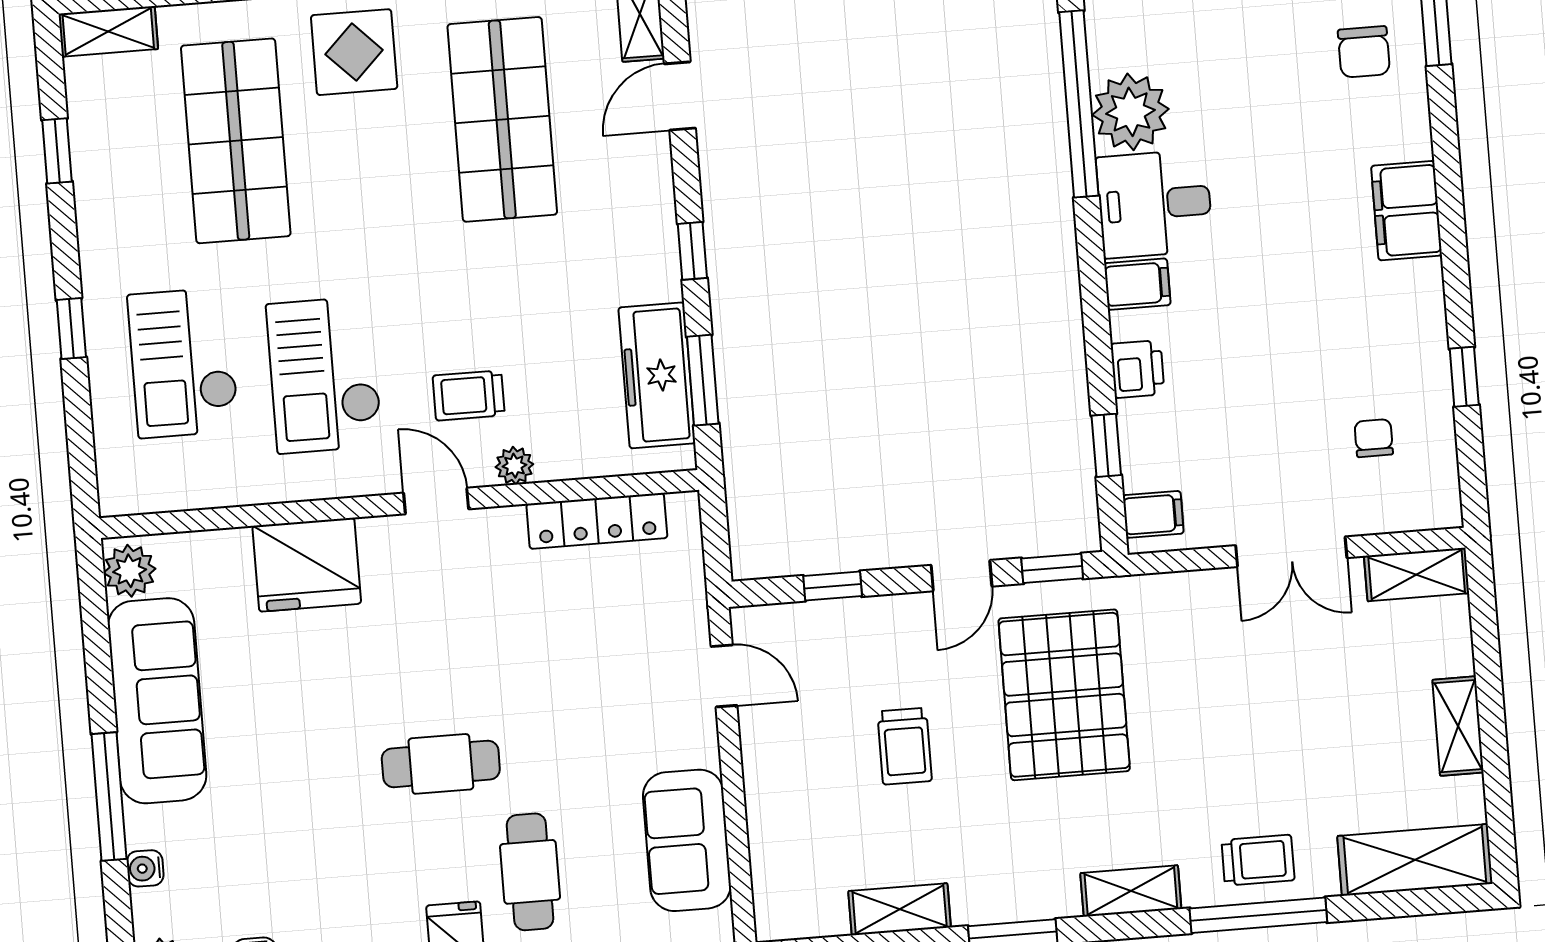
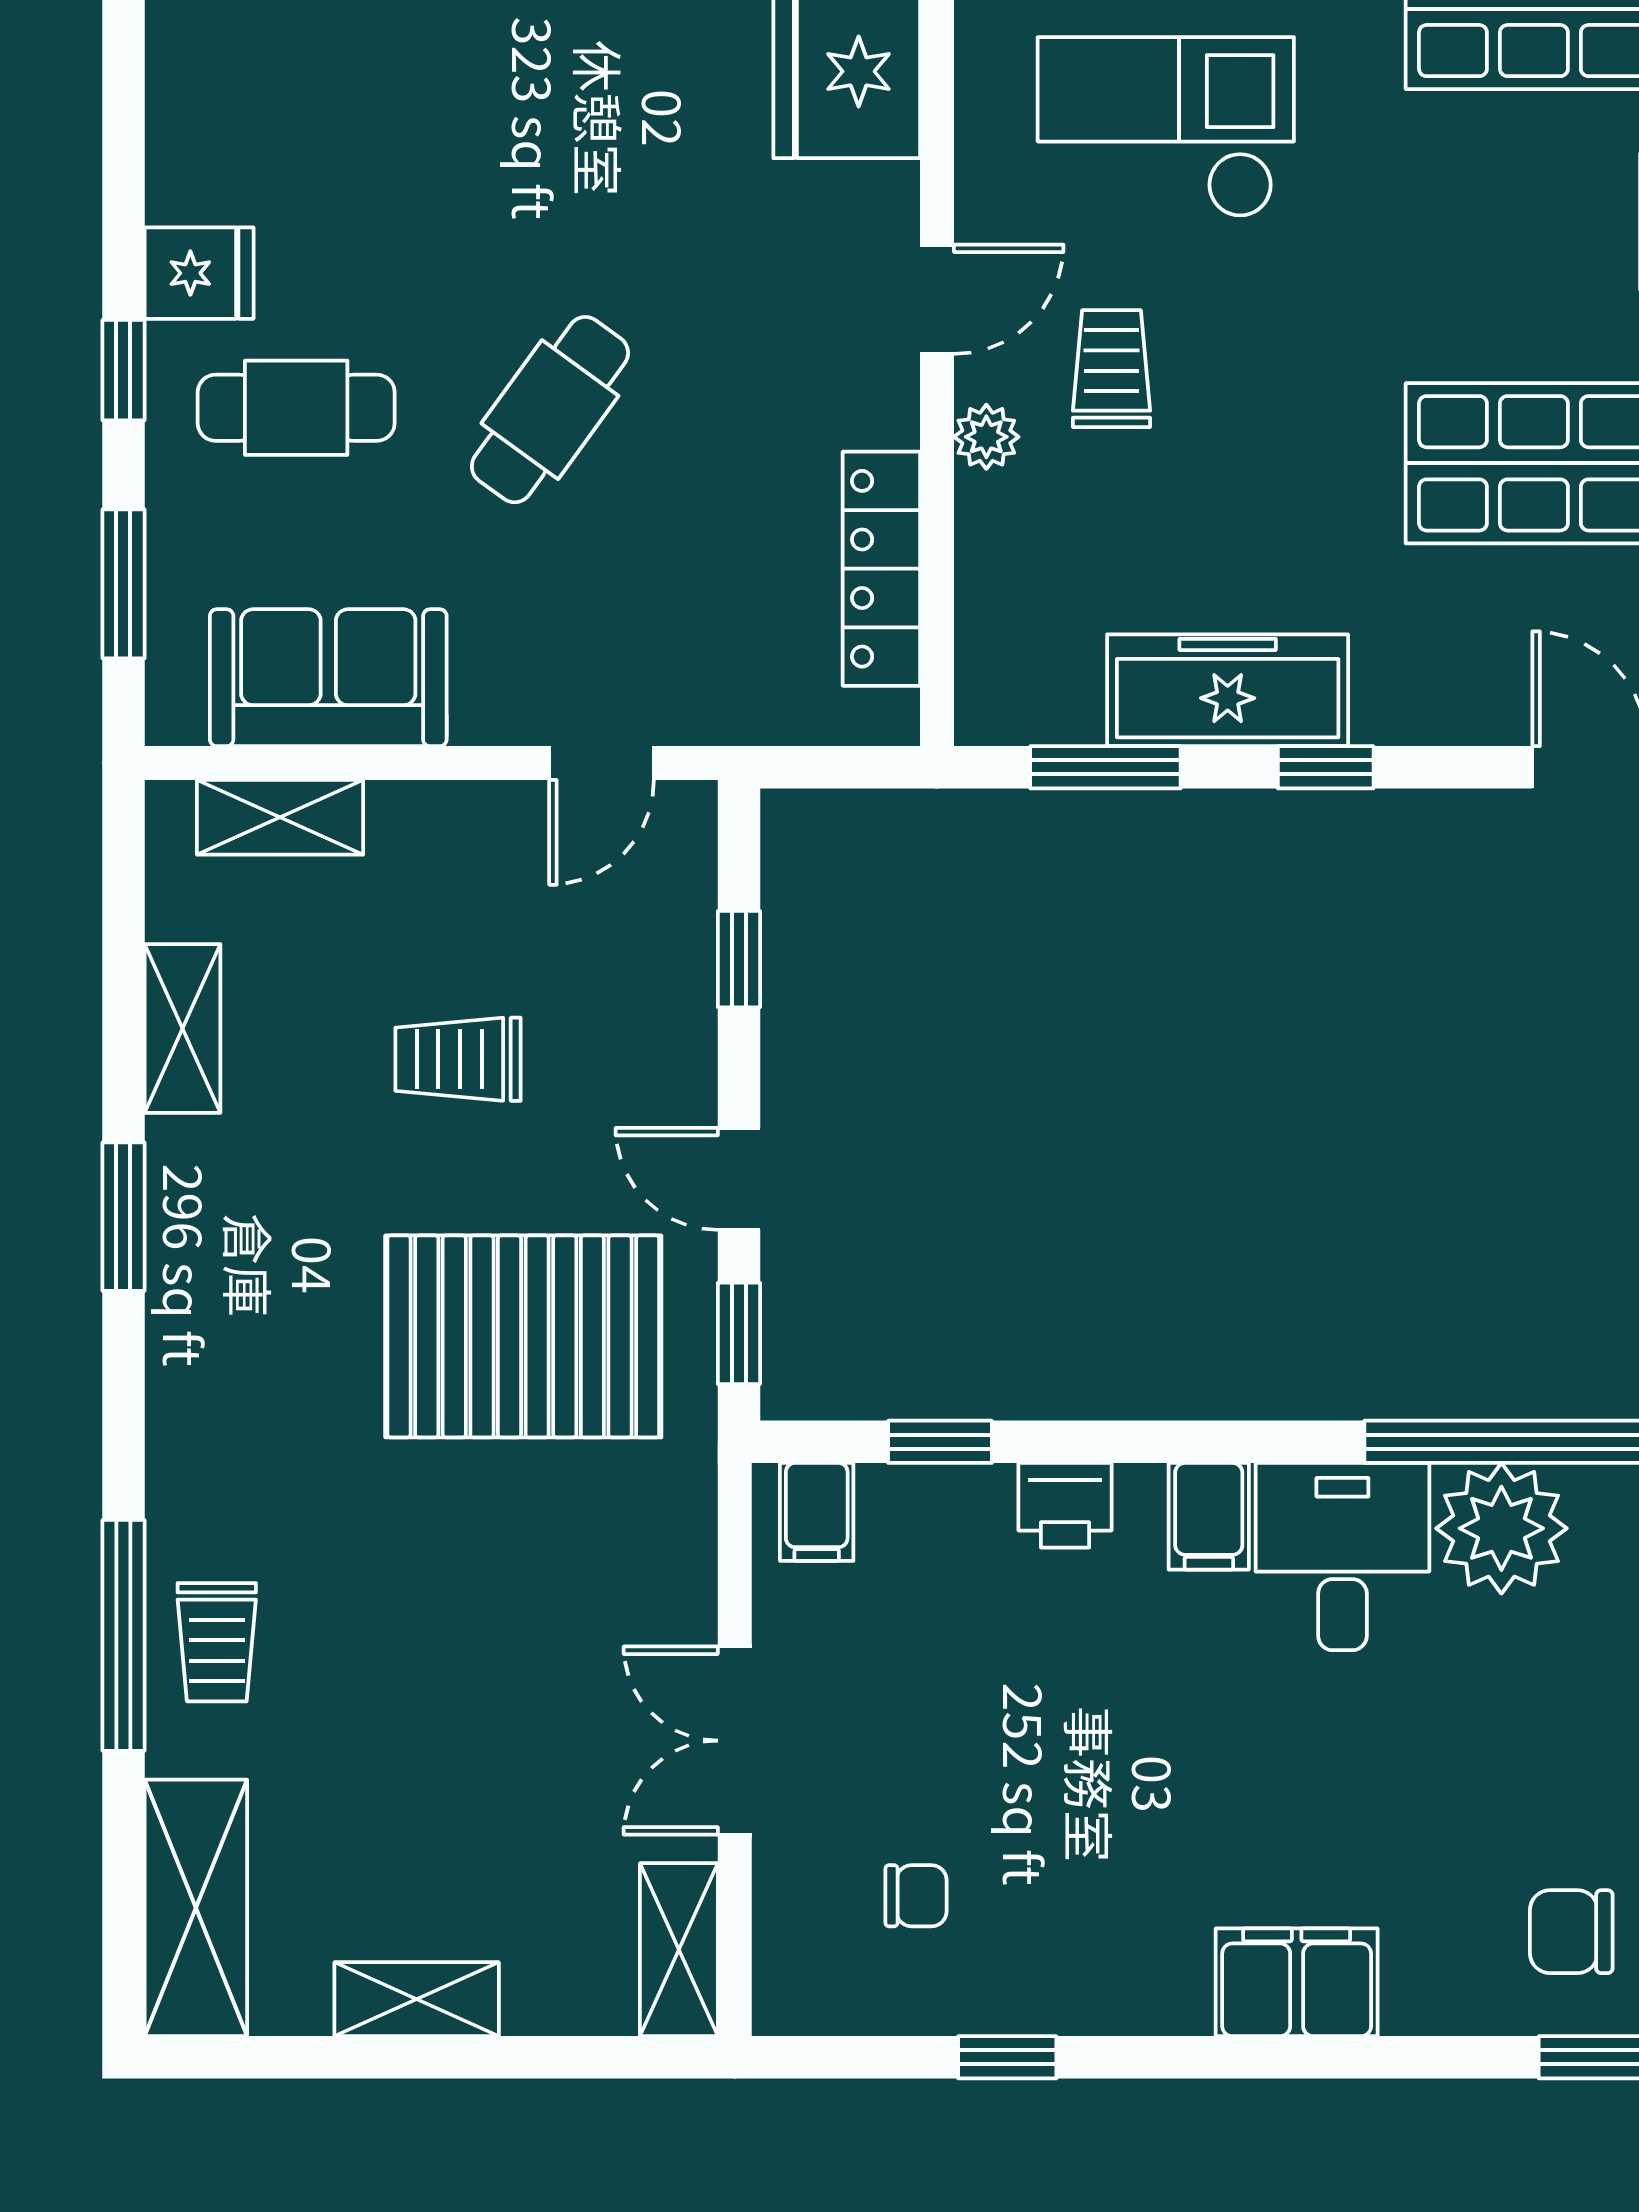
freezer: (657, 375) -> (1228, 690), moved
cafe table: (441, 764) -> (550, 410), moved, turned 36
shelving: (1131, 891) -> (280, 817), moved, turned 90

